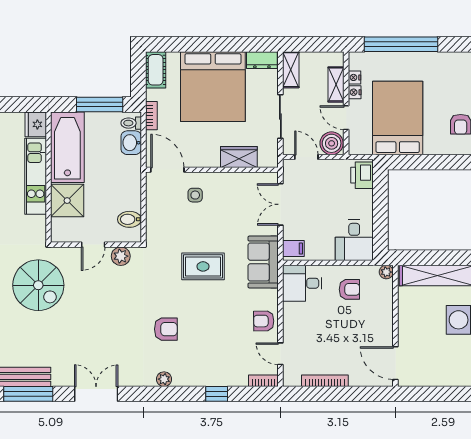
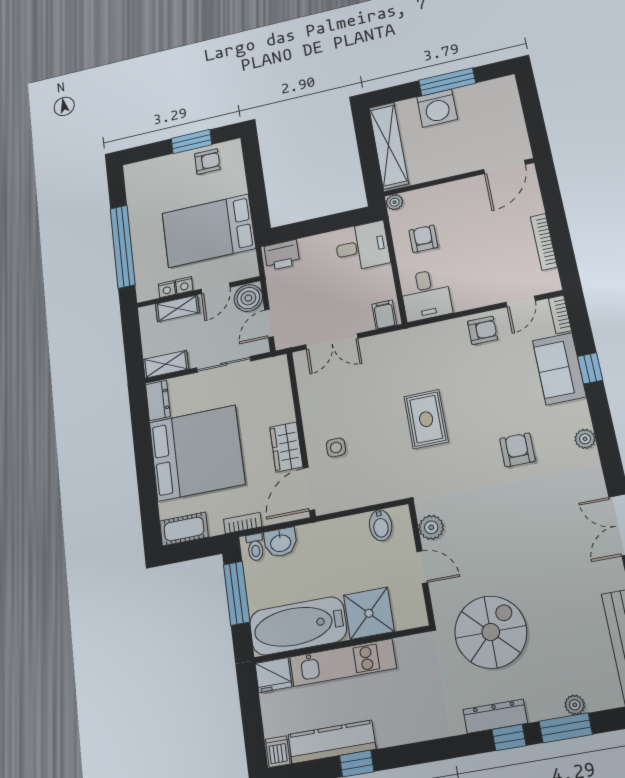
wardrobe: (239, 157) -> (286, 447), moved
sofa: (263, 262) -> (559, 369), moved, turned 90
armchair: (264, 321) -> (482, 330), turned -89

